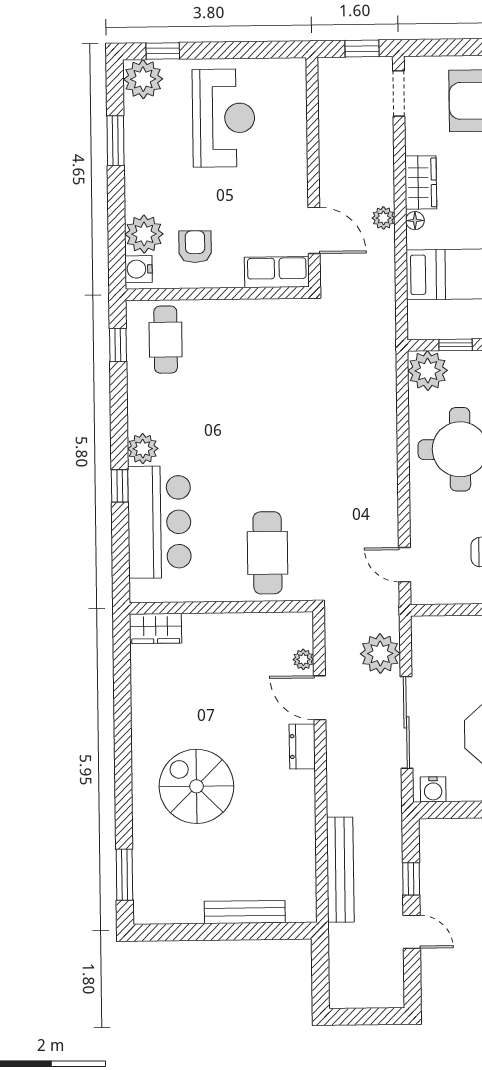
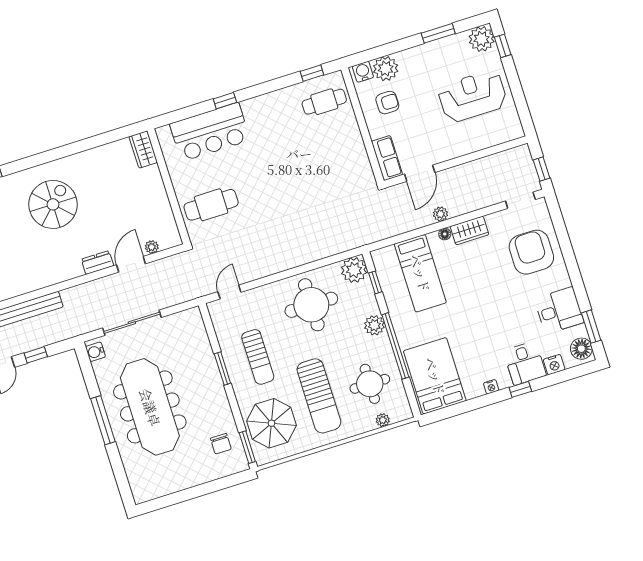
reception desk: (224, 118) -> (473, 96), turned 180
plant: (143, 449) -> (252, 108), removed
plant: (380, 654) -> (170, 294), removed

